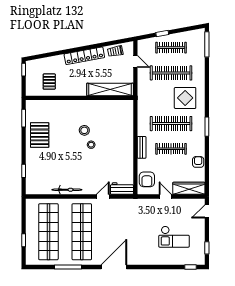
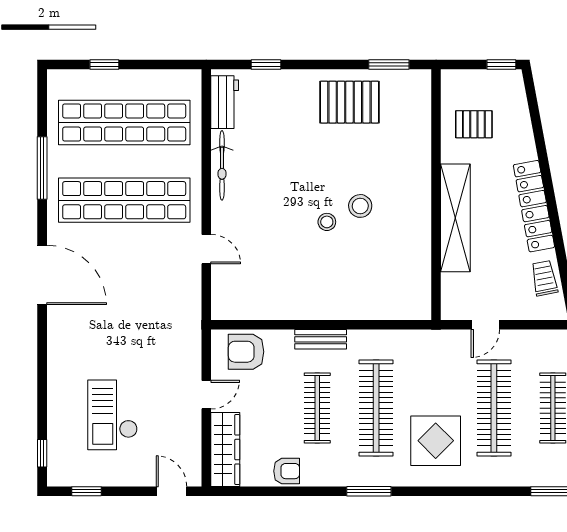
door: (135, 61) -> (485, 325), moved
shelving: (110, 89) -> (455, 218), moved
workbench: (122, 189) -> (225, 102), moved

